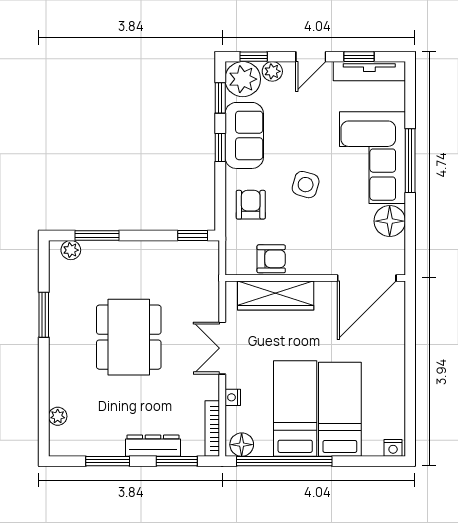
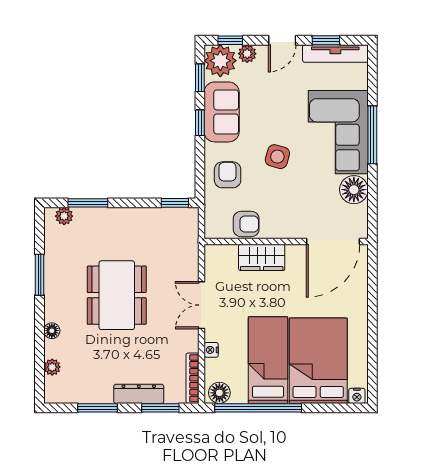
wardrobe: (276, 296) -> (262, 257), width x0.67
floor lamp: (57, 376) -> (52, 331), added
bed: (340, 409) -> (318, 361), width x1.50

